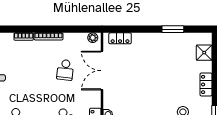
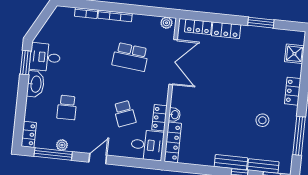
locker: (144, 39) -> (226, 30), added
school desk: (65, 70) -> (131, 57), width x1.85
double door: (102, 71) -> (173, 62), swing flipped

